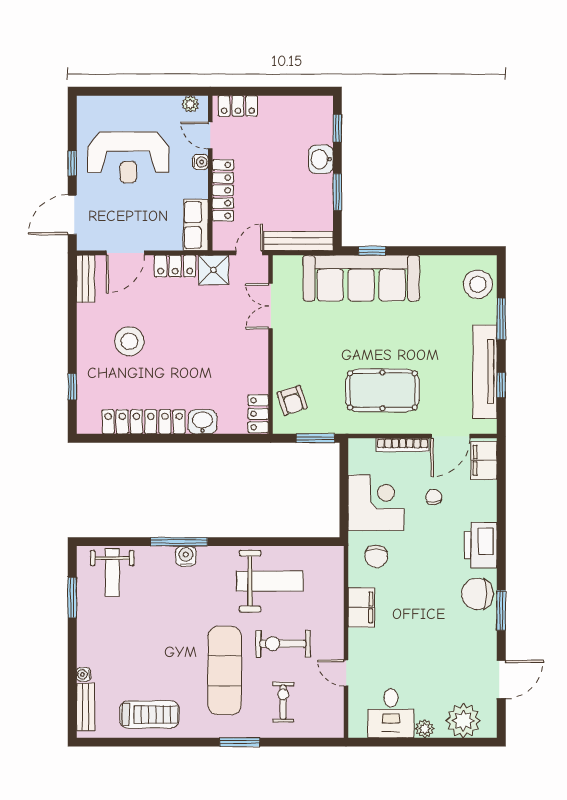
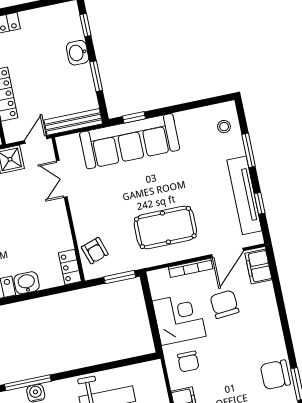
stool: (478, 284) -> (224, 127), width x0.53, depth x0.53
chair: (434, 497) -> (224, 304), width x1.87, depth x1.87
printer: (481, 545) -> (270, 335), removed

